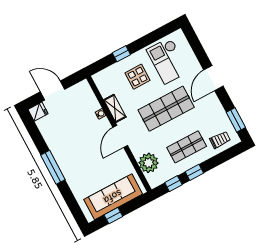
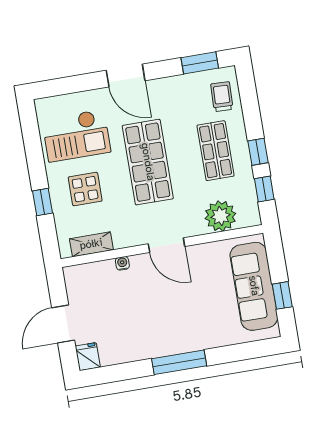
shelving: (115, 108) -> (91, 244), moved

